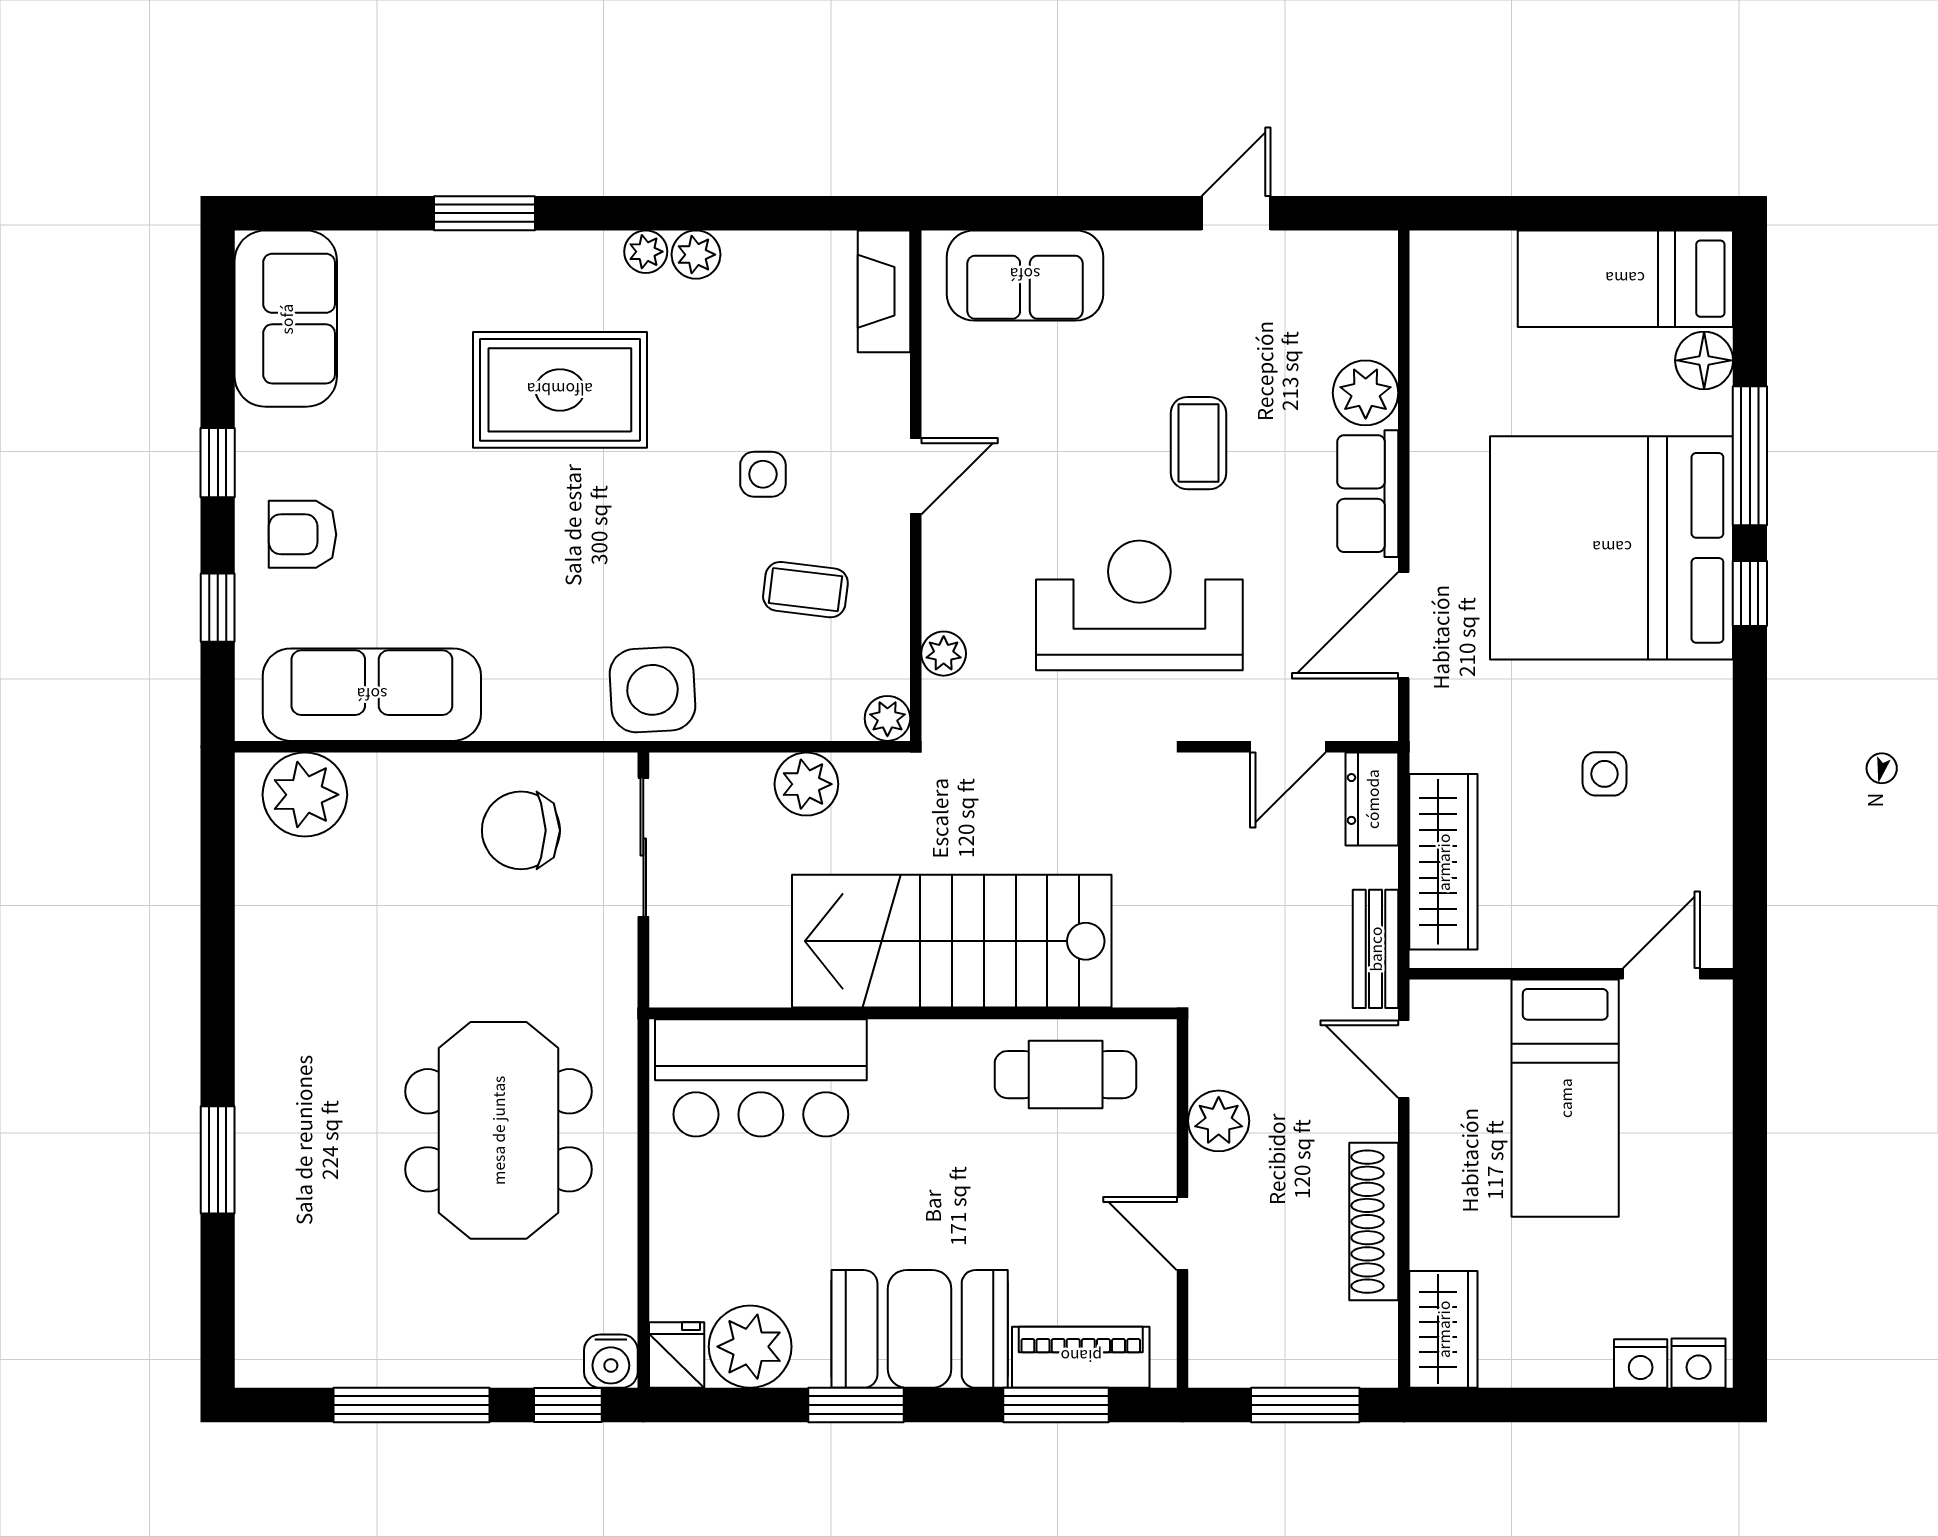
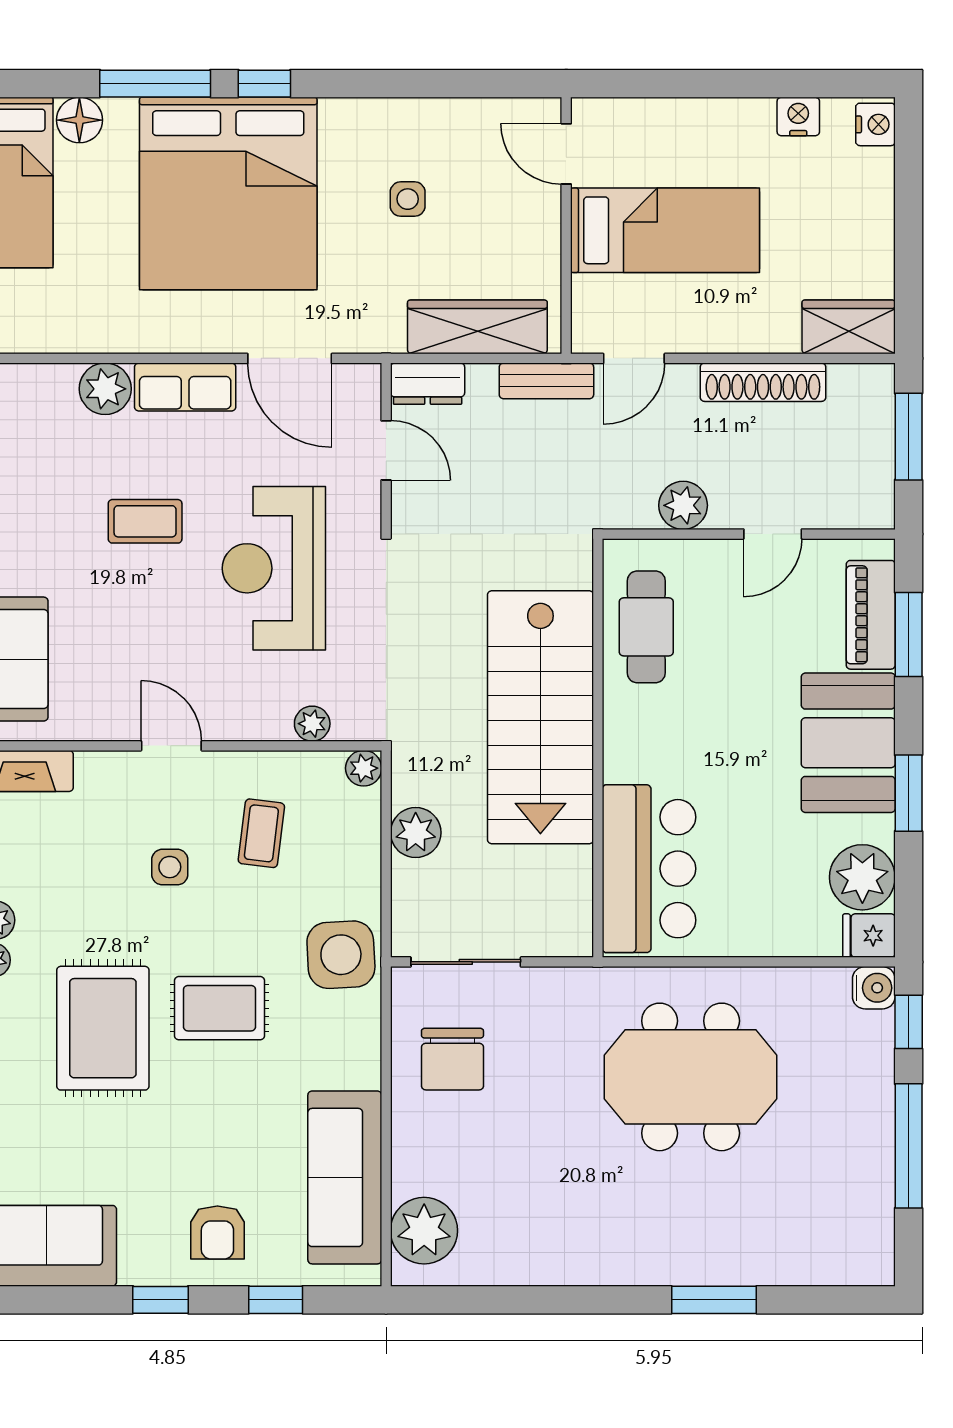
rug: (585, 537) -> (219, 1008), added
nightstand: (1641, 1364) -> (798, 116), moved, turned -90

